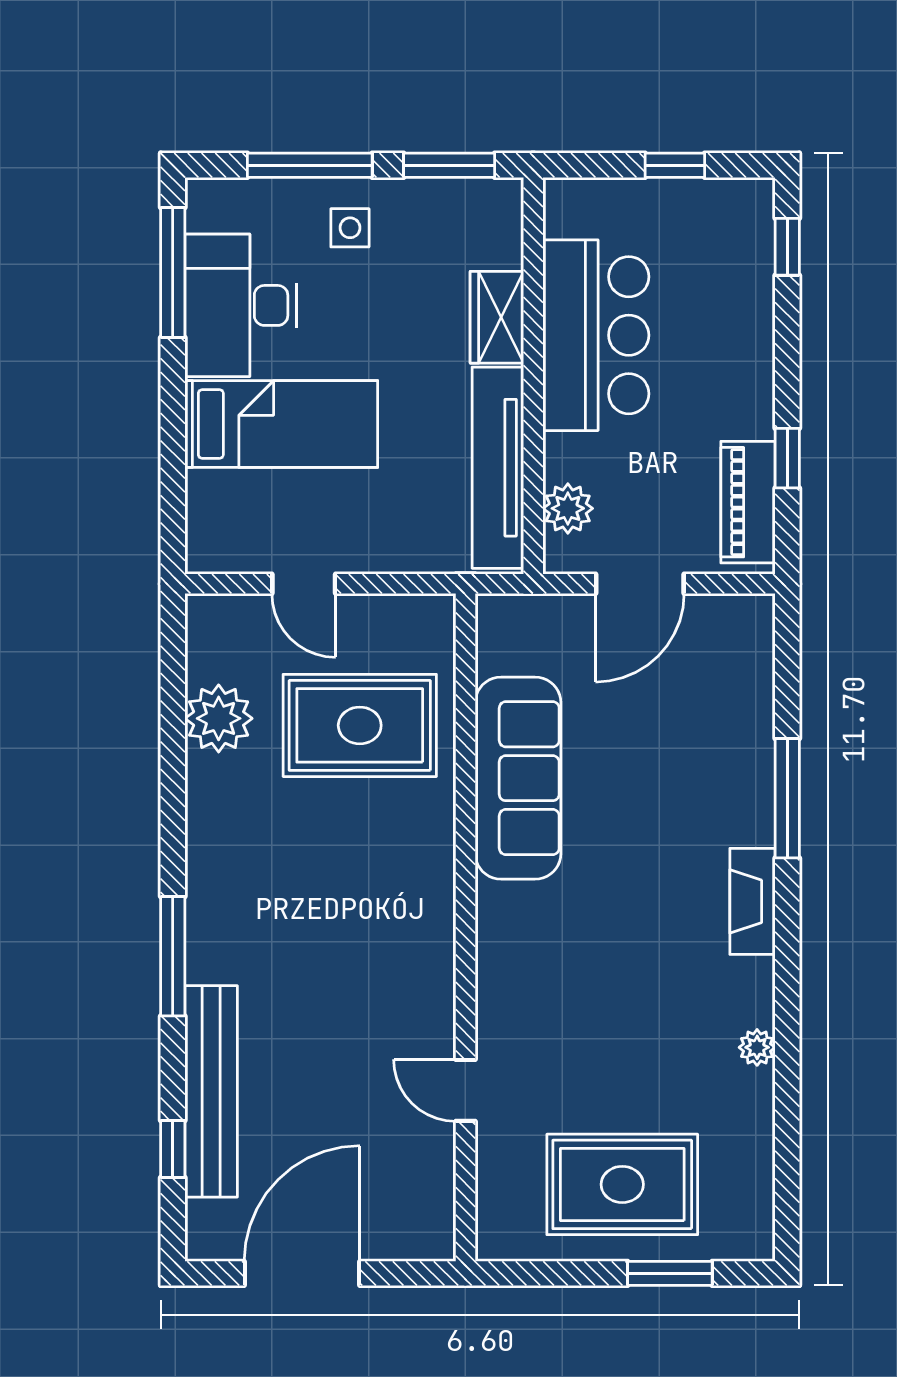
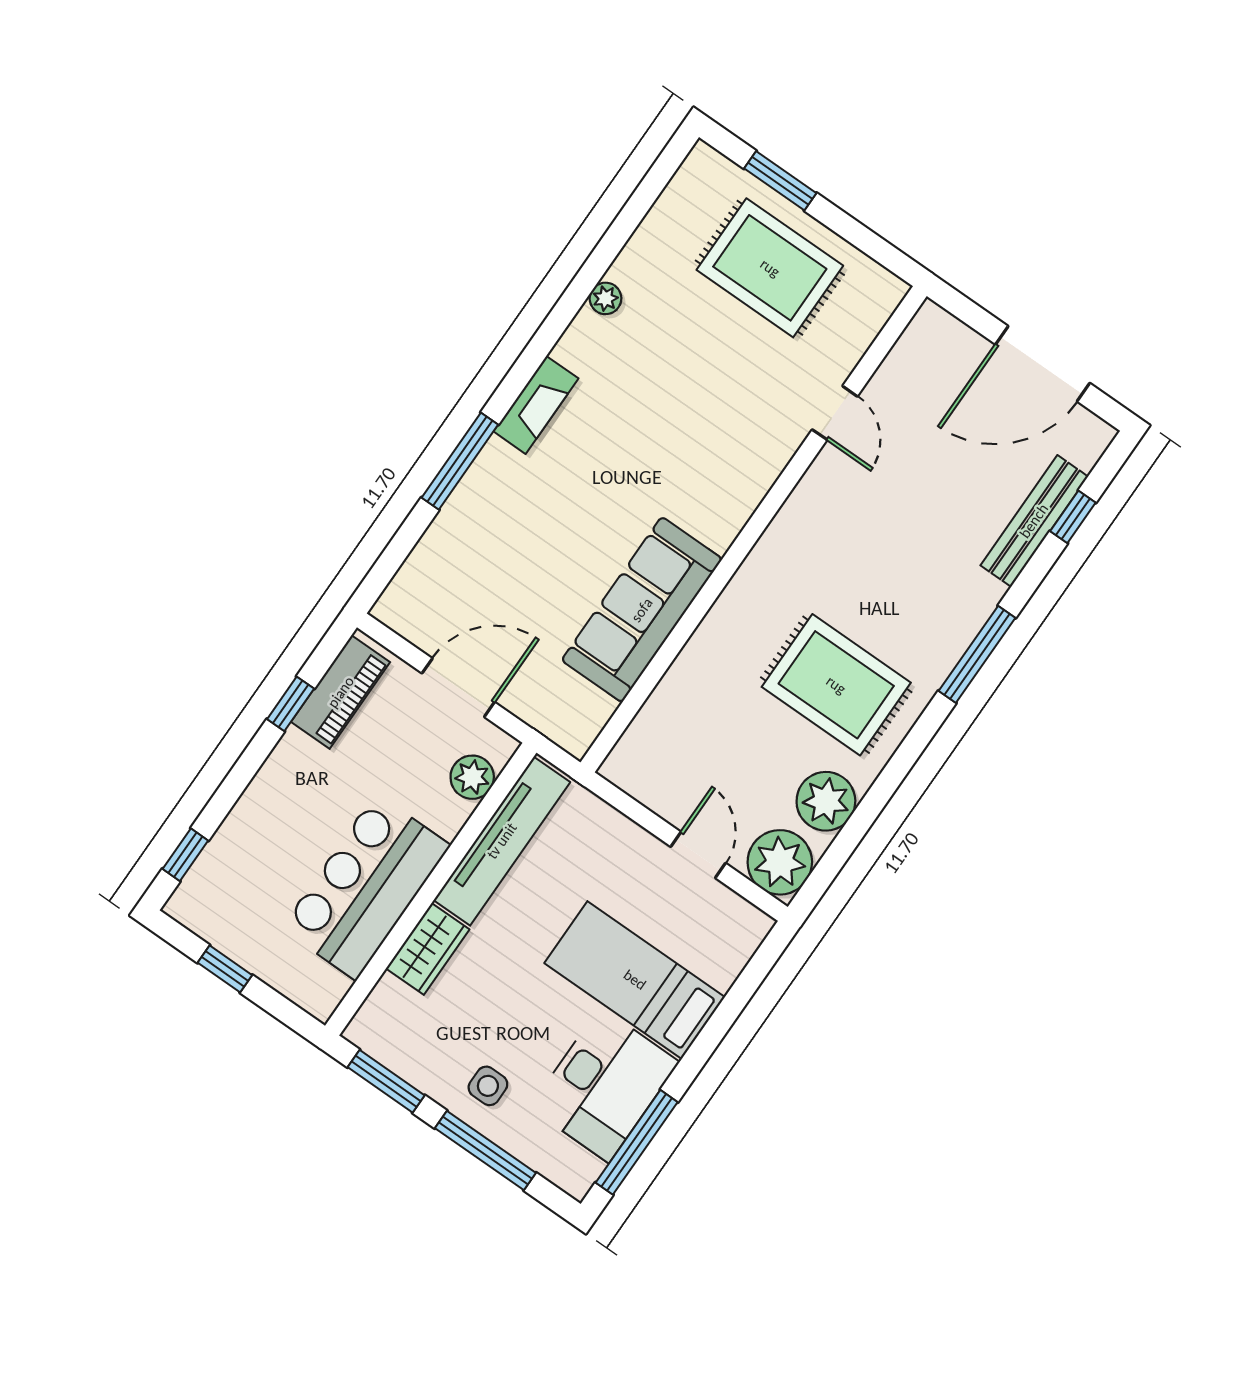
plant: (222, 631) -> (780, 862), added
rug: (360, 725) -> (836, 685), moved
bench: (211, 1091) -> (1034, 521), width x0.73, depth x0.82

